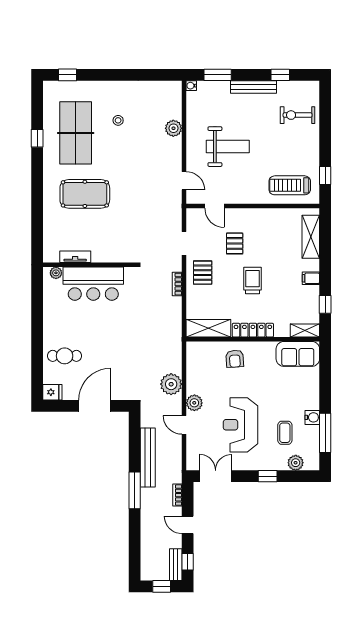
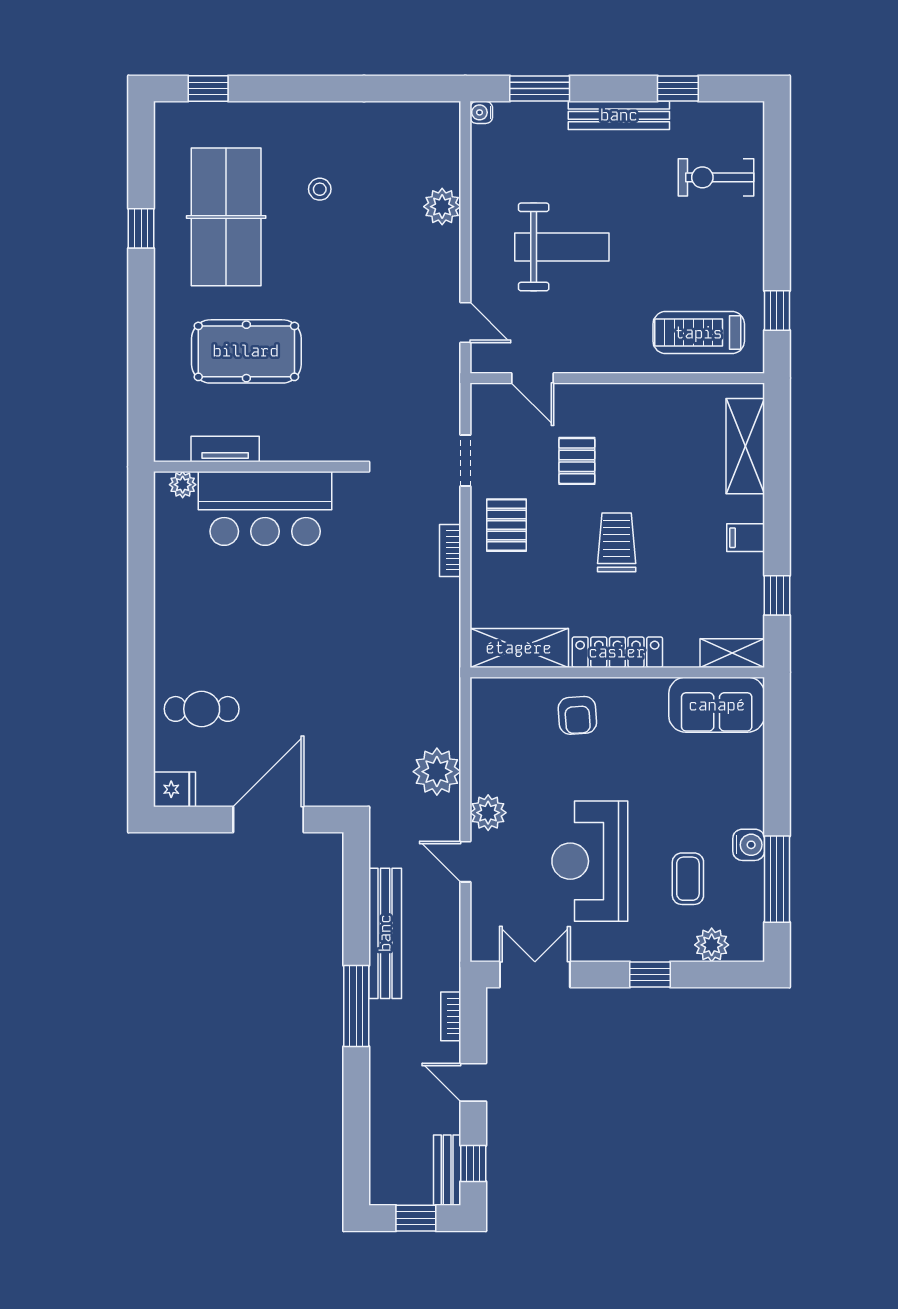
tv unit: (75, 257) -> (225, 449), moved
wall: (89, 265) -> (257, 467), moved
plant: (56, 273) -> (183, 485), moved
bar counter: (93, 284) -> (265, 508), moved

